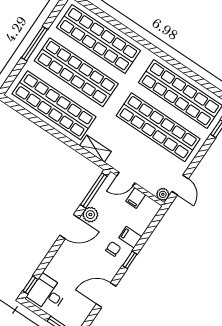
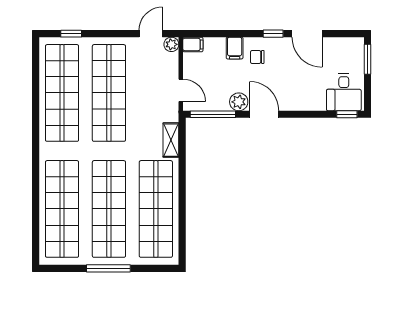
filing cabinet: (136, 198) -> (193, 44), moved
window: (130, 260) -> (273, 34), moved

